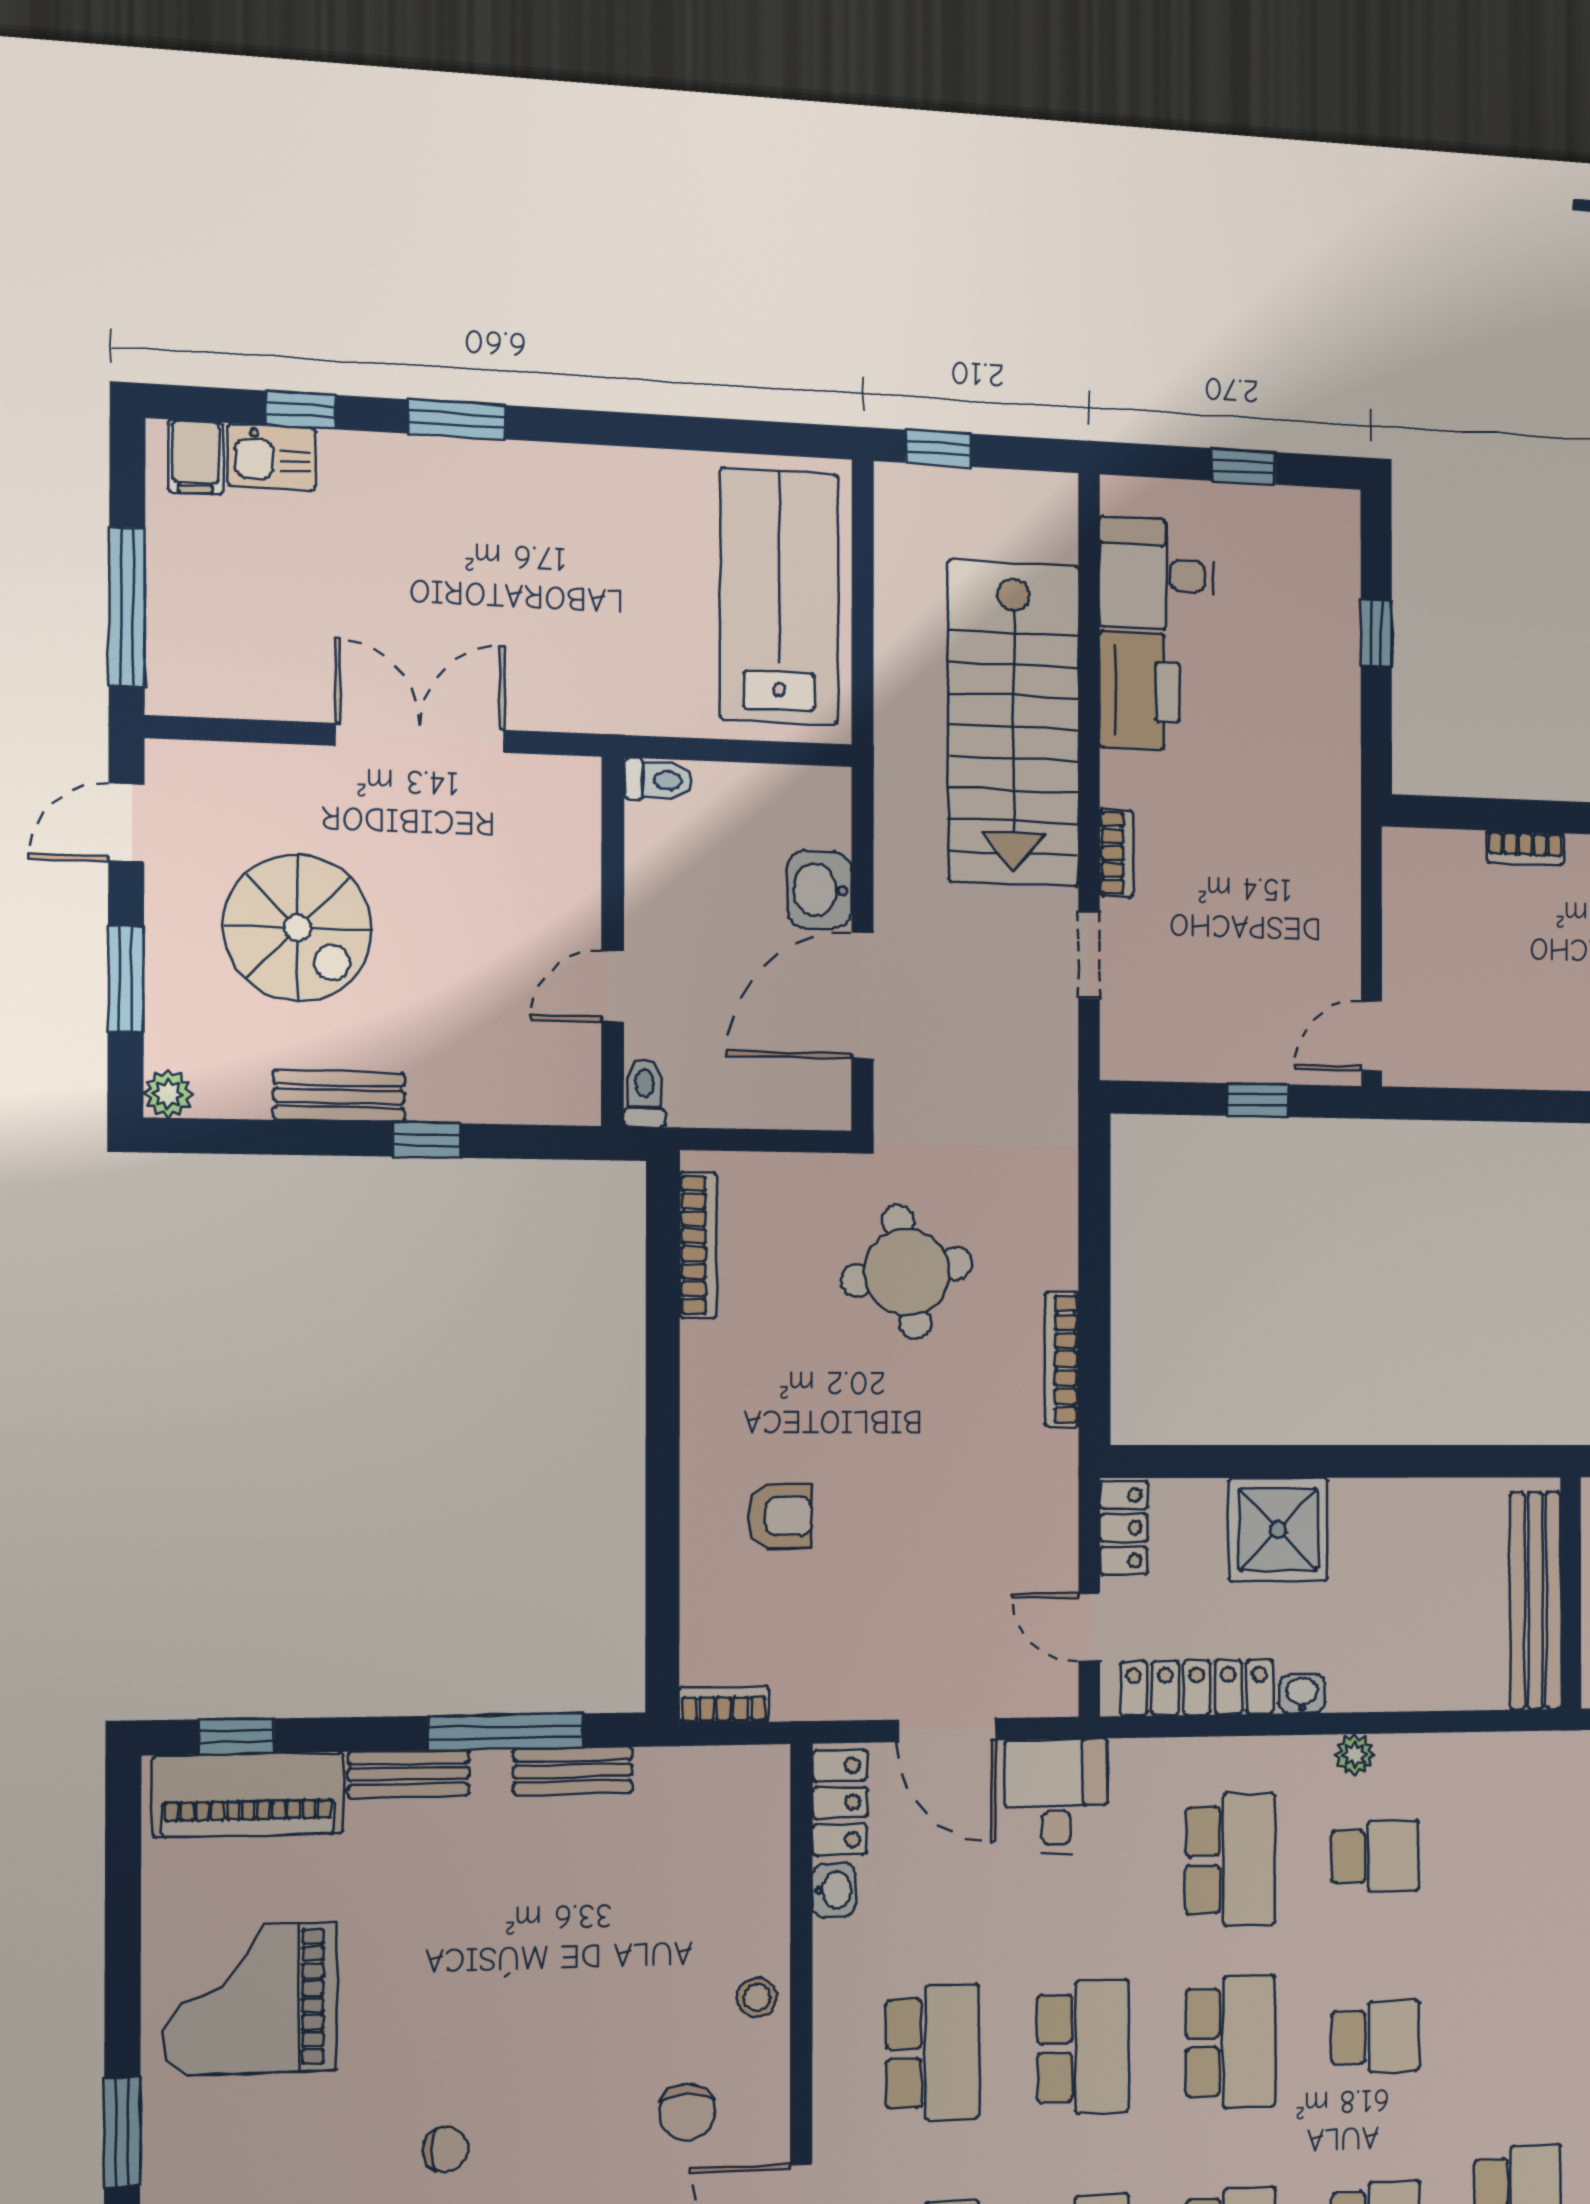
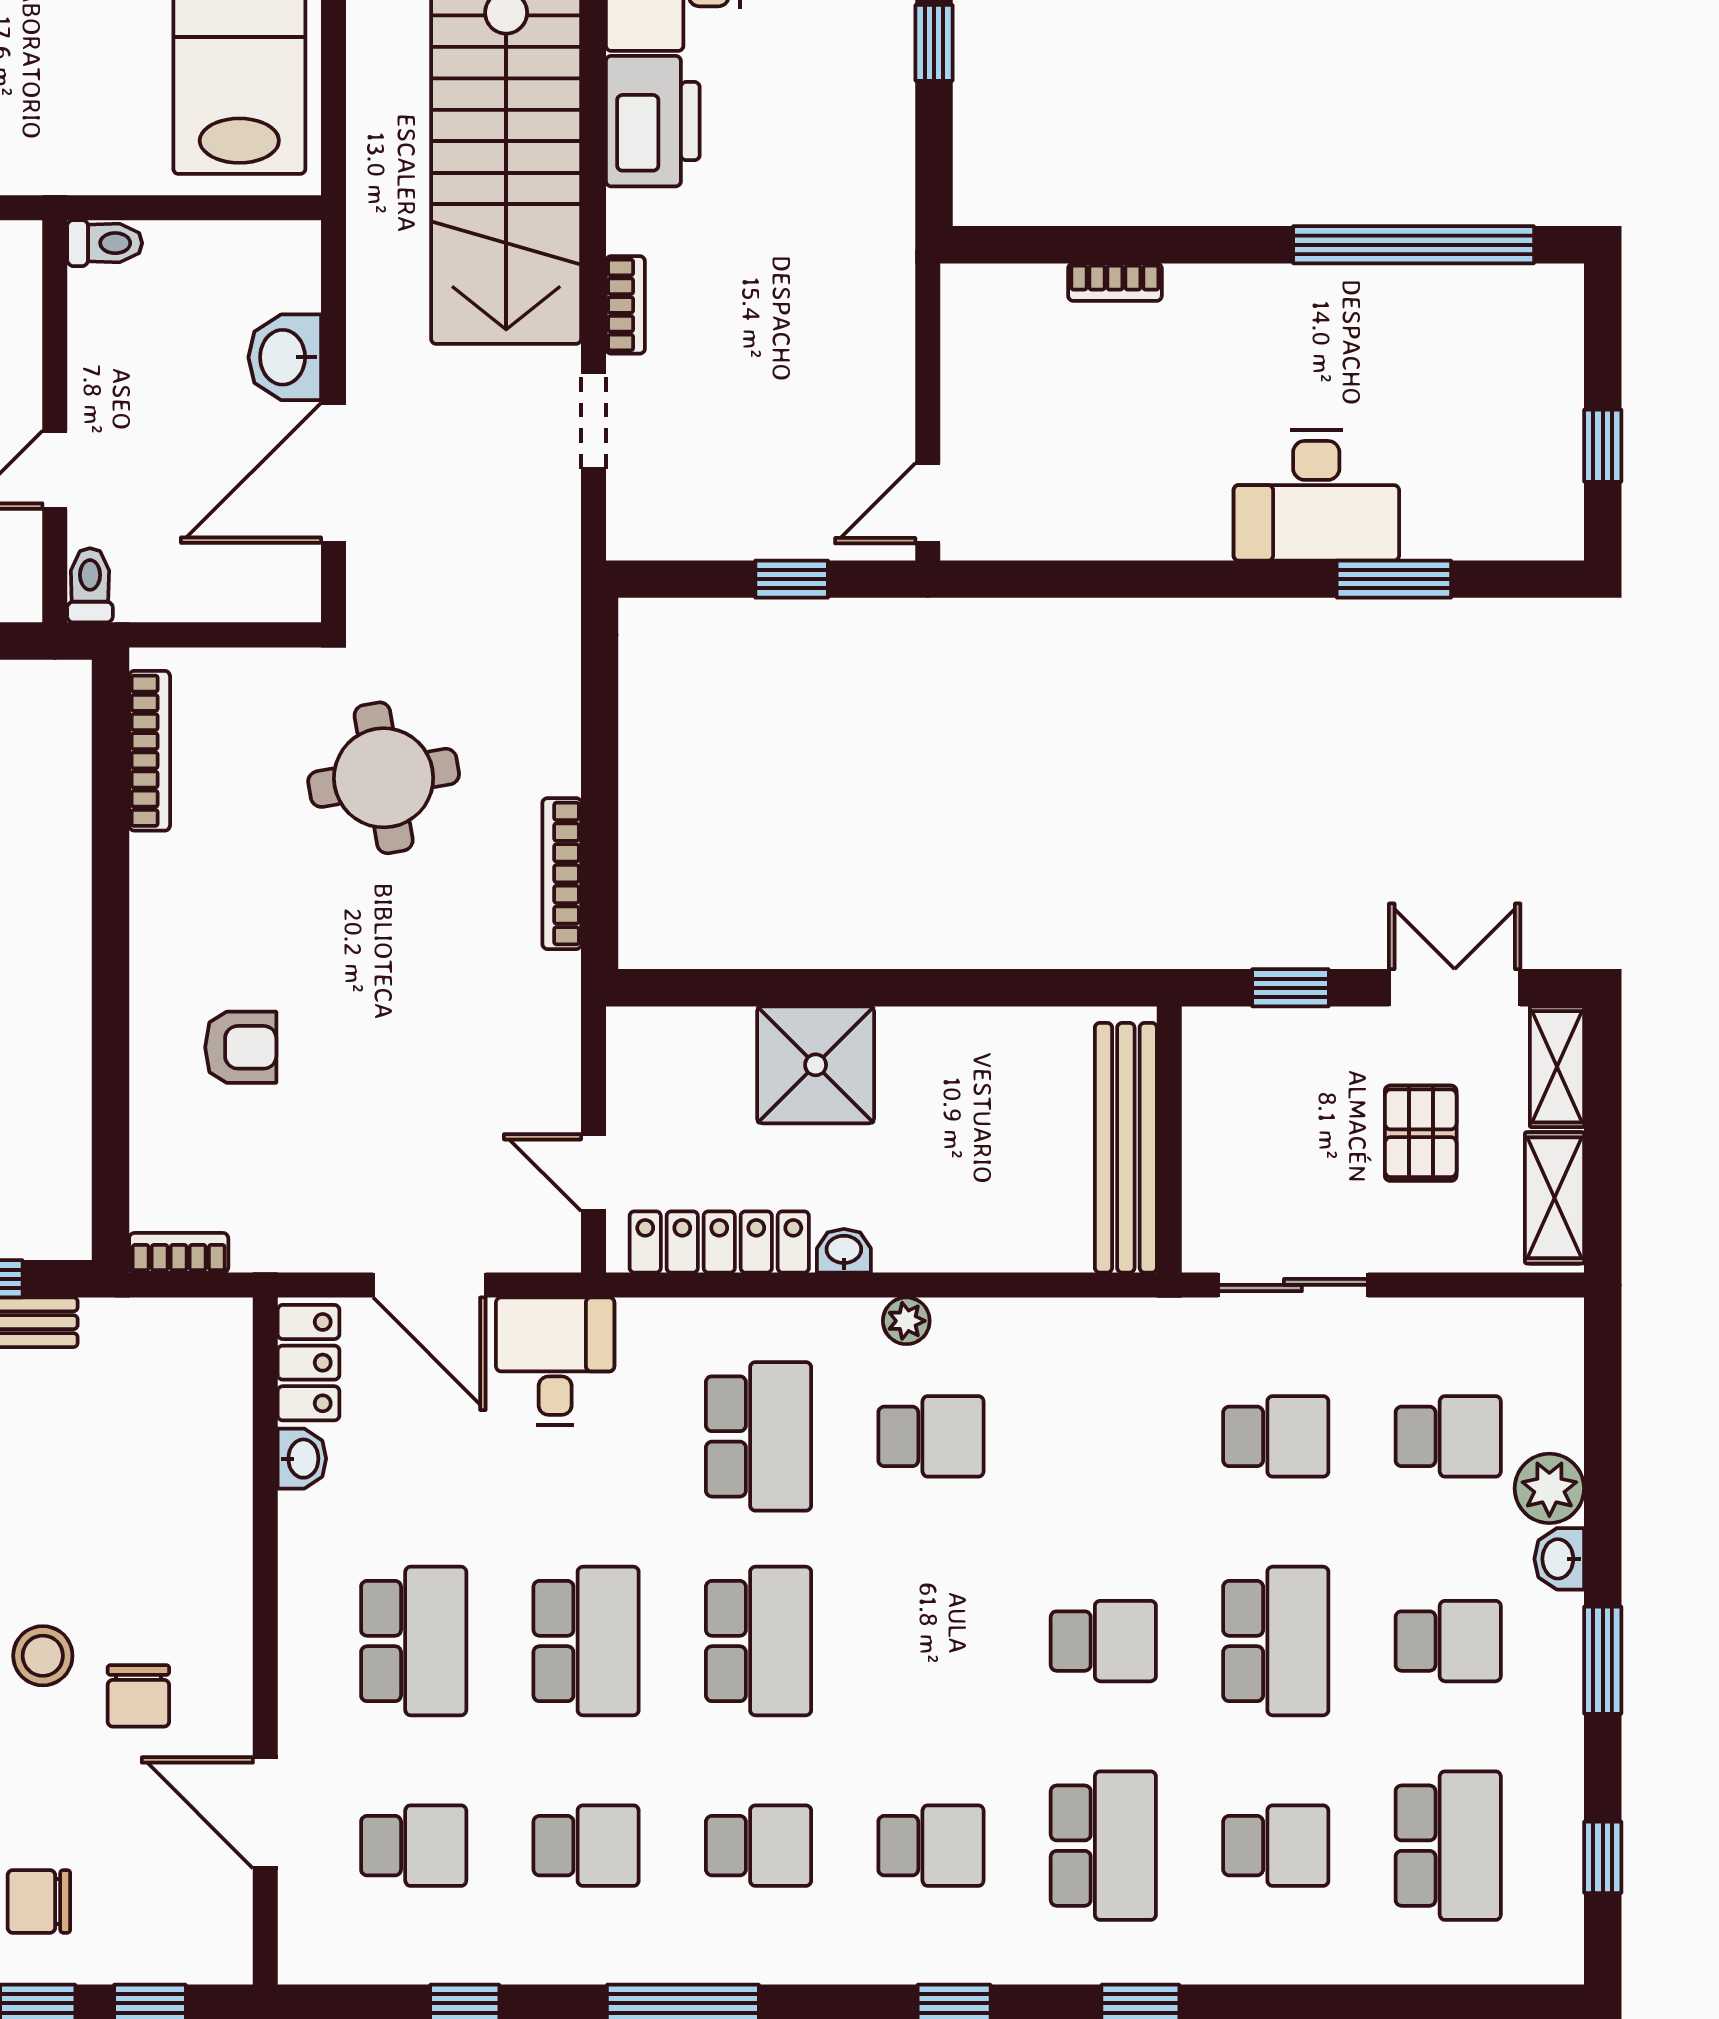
locker: (1124, 1528) -> (634, 1062), removed
stool: (757, 1997) -> (43, 1656), moved, width x1.37, depth x1.37
school desk: (1375, 2037) -> (1103, 1641), moved

